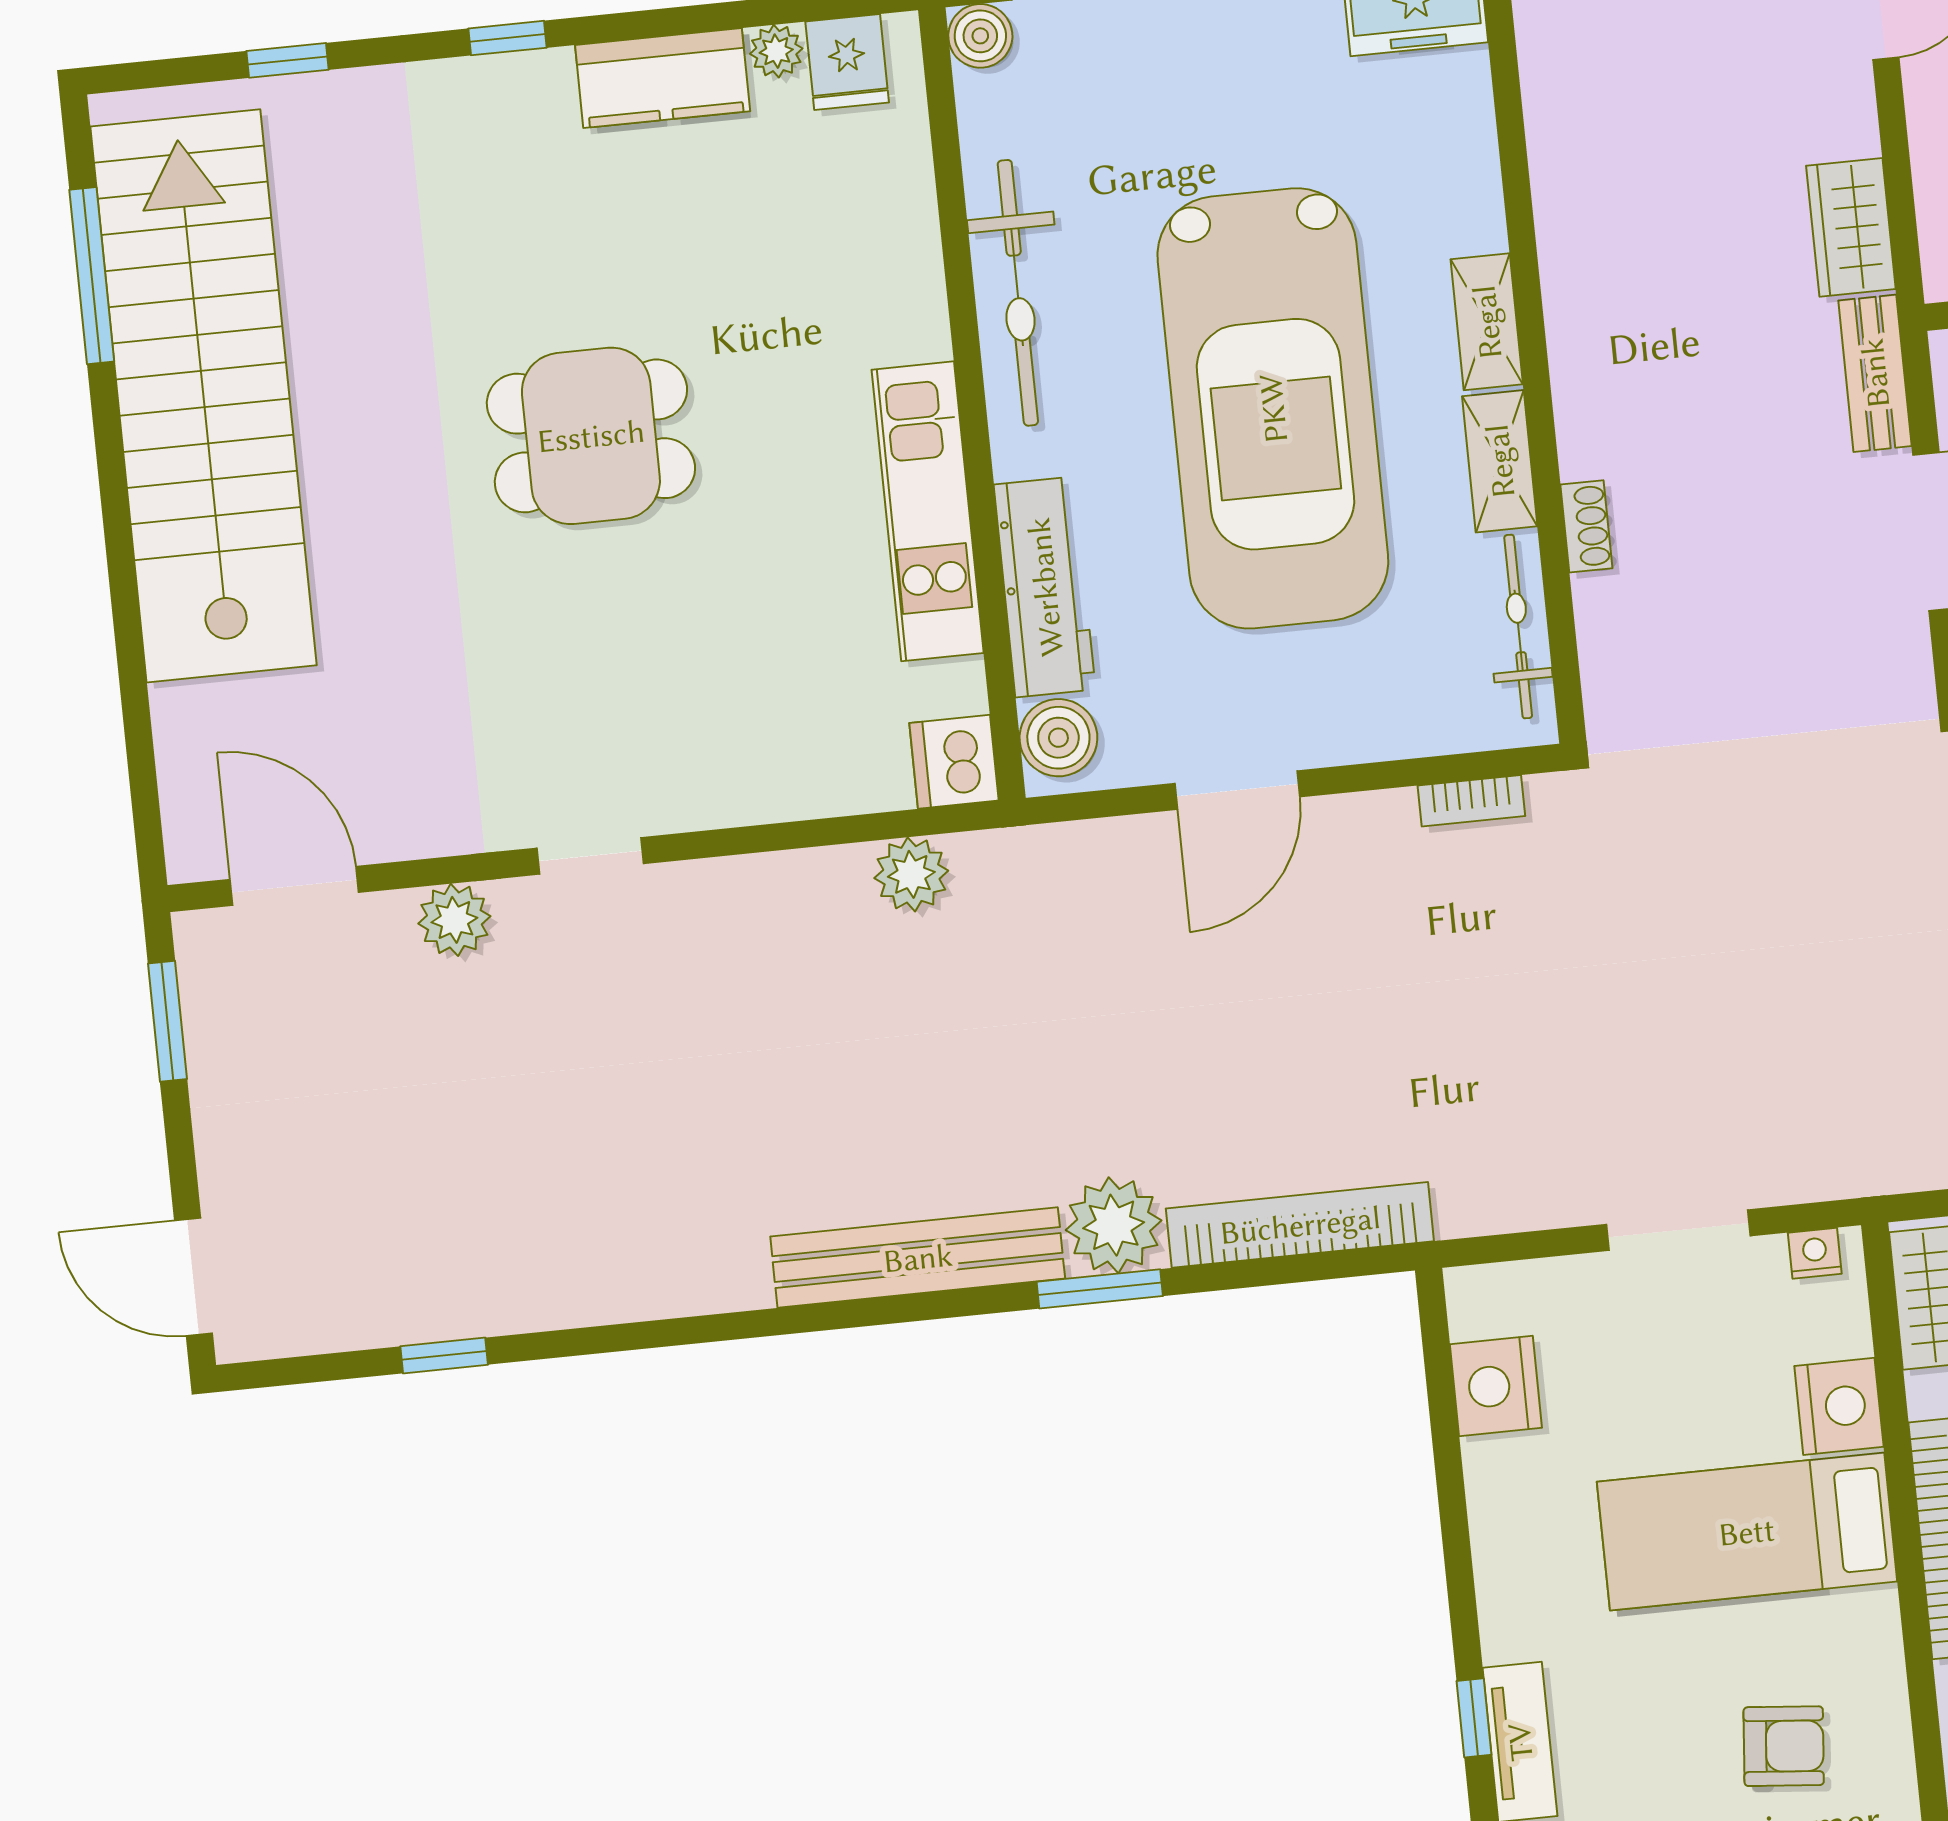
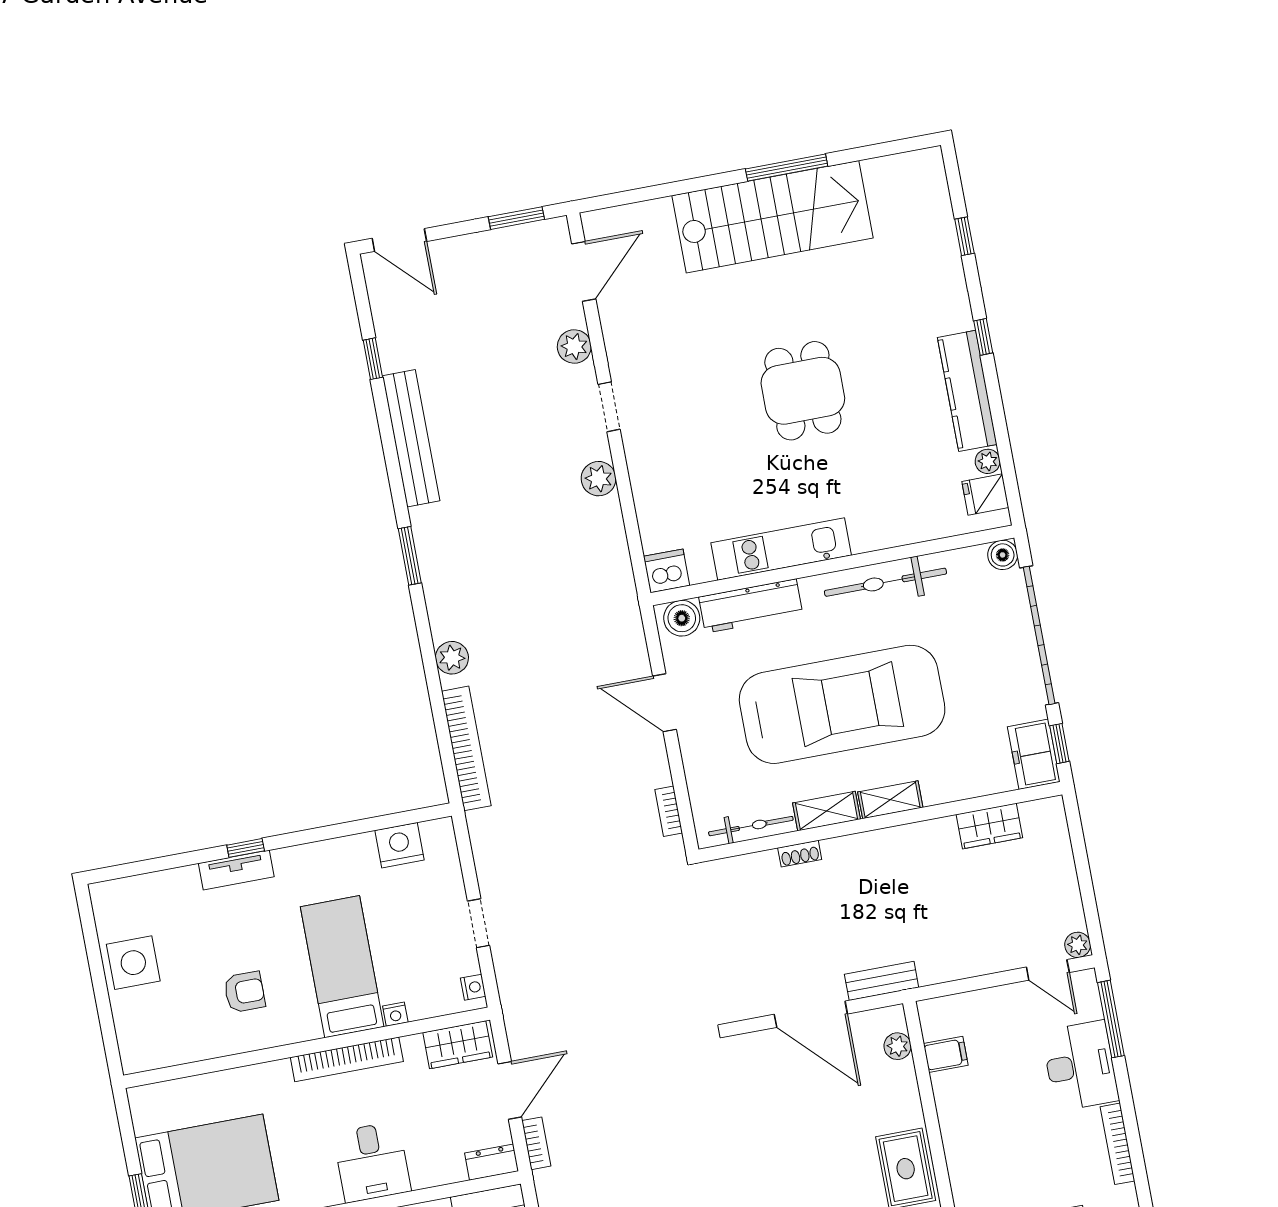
kitchen counter: (663, 78) -> (967, 391), width x1.50
wardrobe: (1851, 227) -> (989, 826), moved, turned 180
window: (92, 276) -> (787, 167), moved
stairs: (203, 396) -> (772, 217), width x0.73
car: (1273, 408) -> (842, 704), turned 180
plant: (911, 874) -> (599, 479), moved
plant: (1114, 1225) -> (452, 658), width x0.73, depth x0.73
doorway: (1678, 1230) -> (479, 923), width x0.73
bench: (918, 1258) -> (411, 438), moved
door: (193, 1277) -> (399, 240), swing flipped
window: (1100, 1289) -> (410, 556), moved
nightstand: (1839, 1406) -> (395, 1014), width x0.53, depth x0.56
armchair: (1784, 1746) -> (244, 992), turned -95

